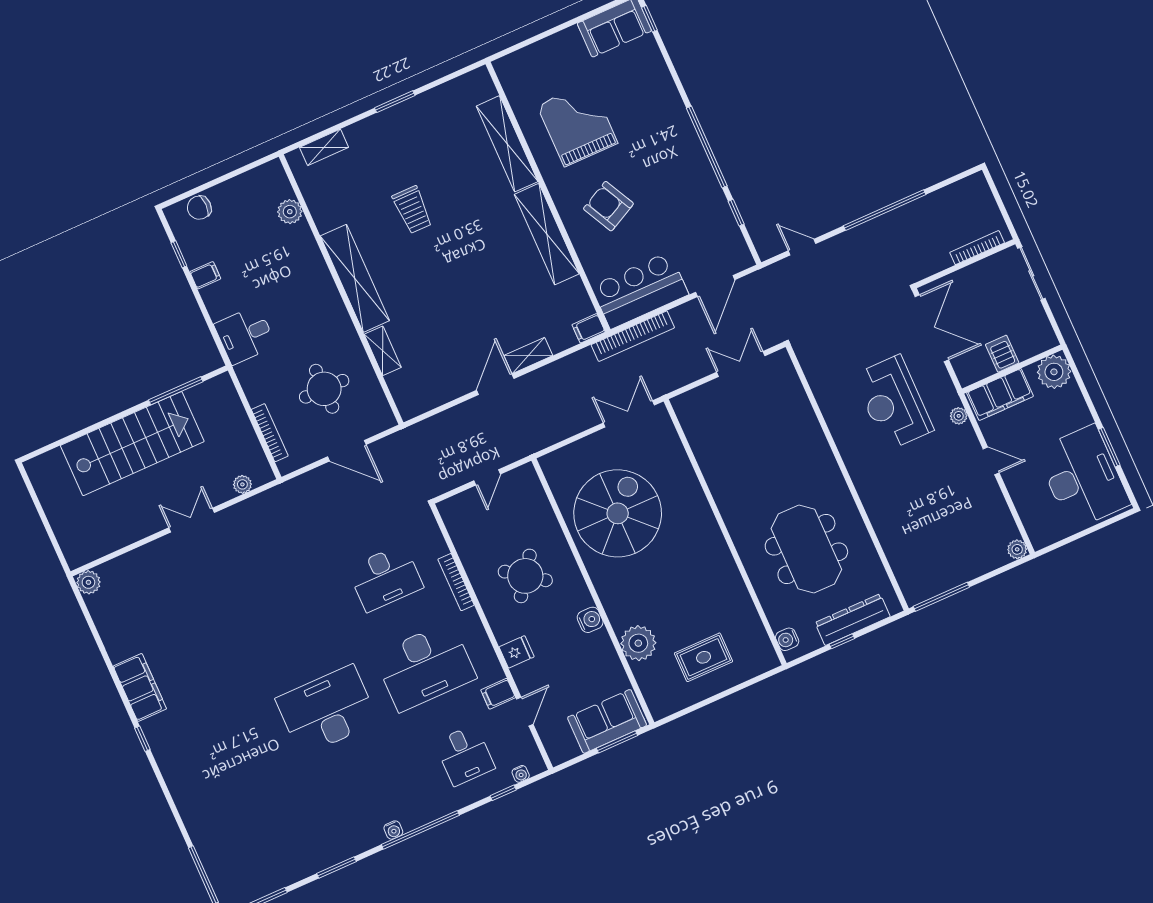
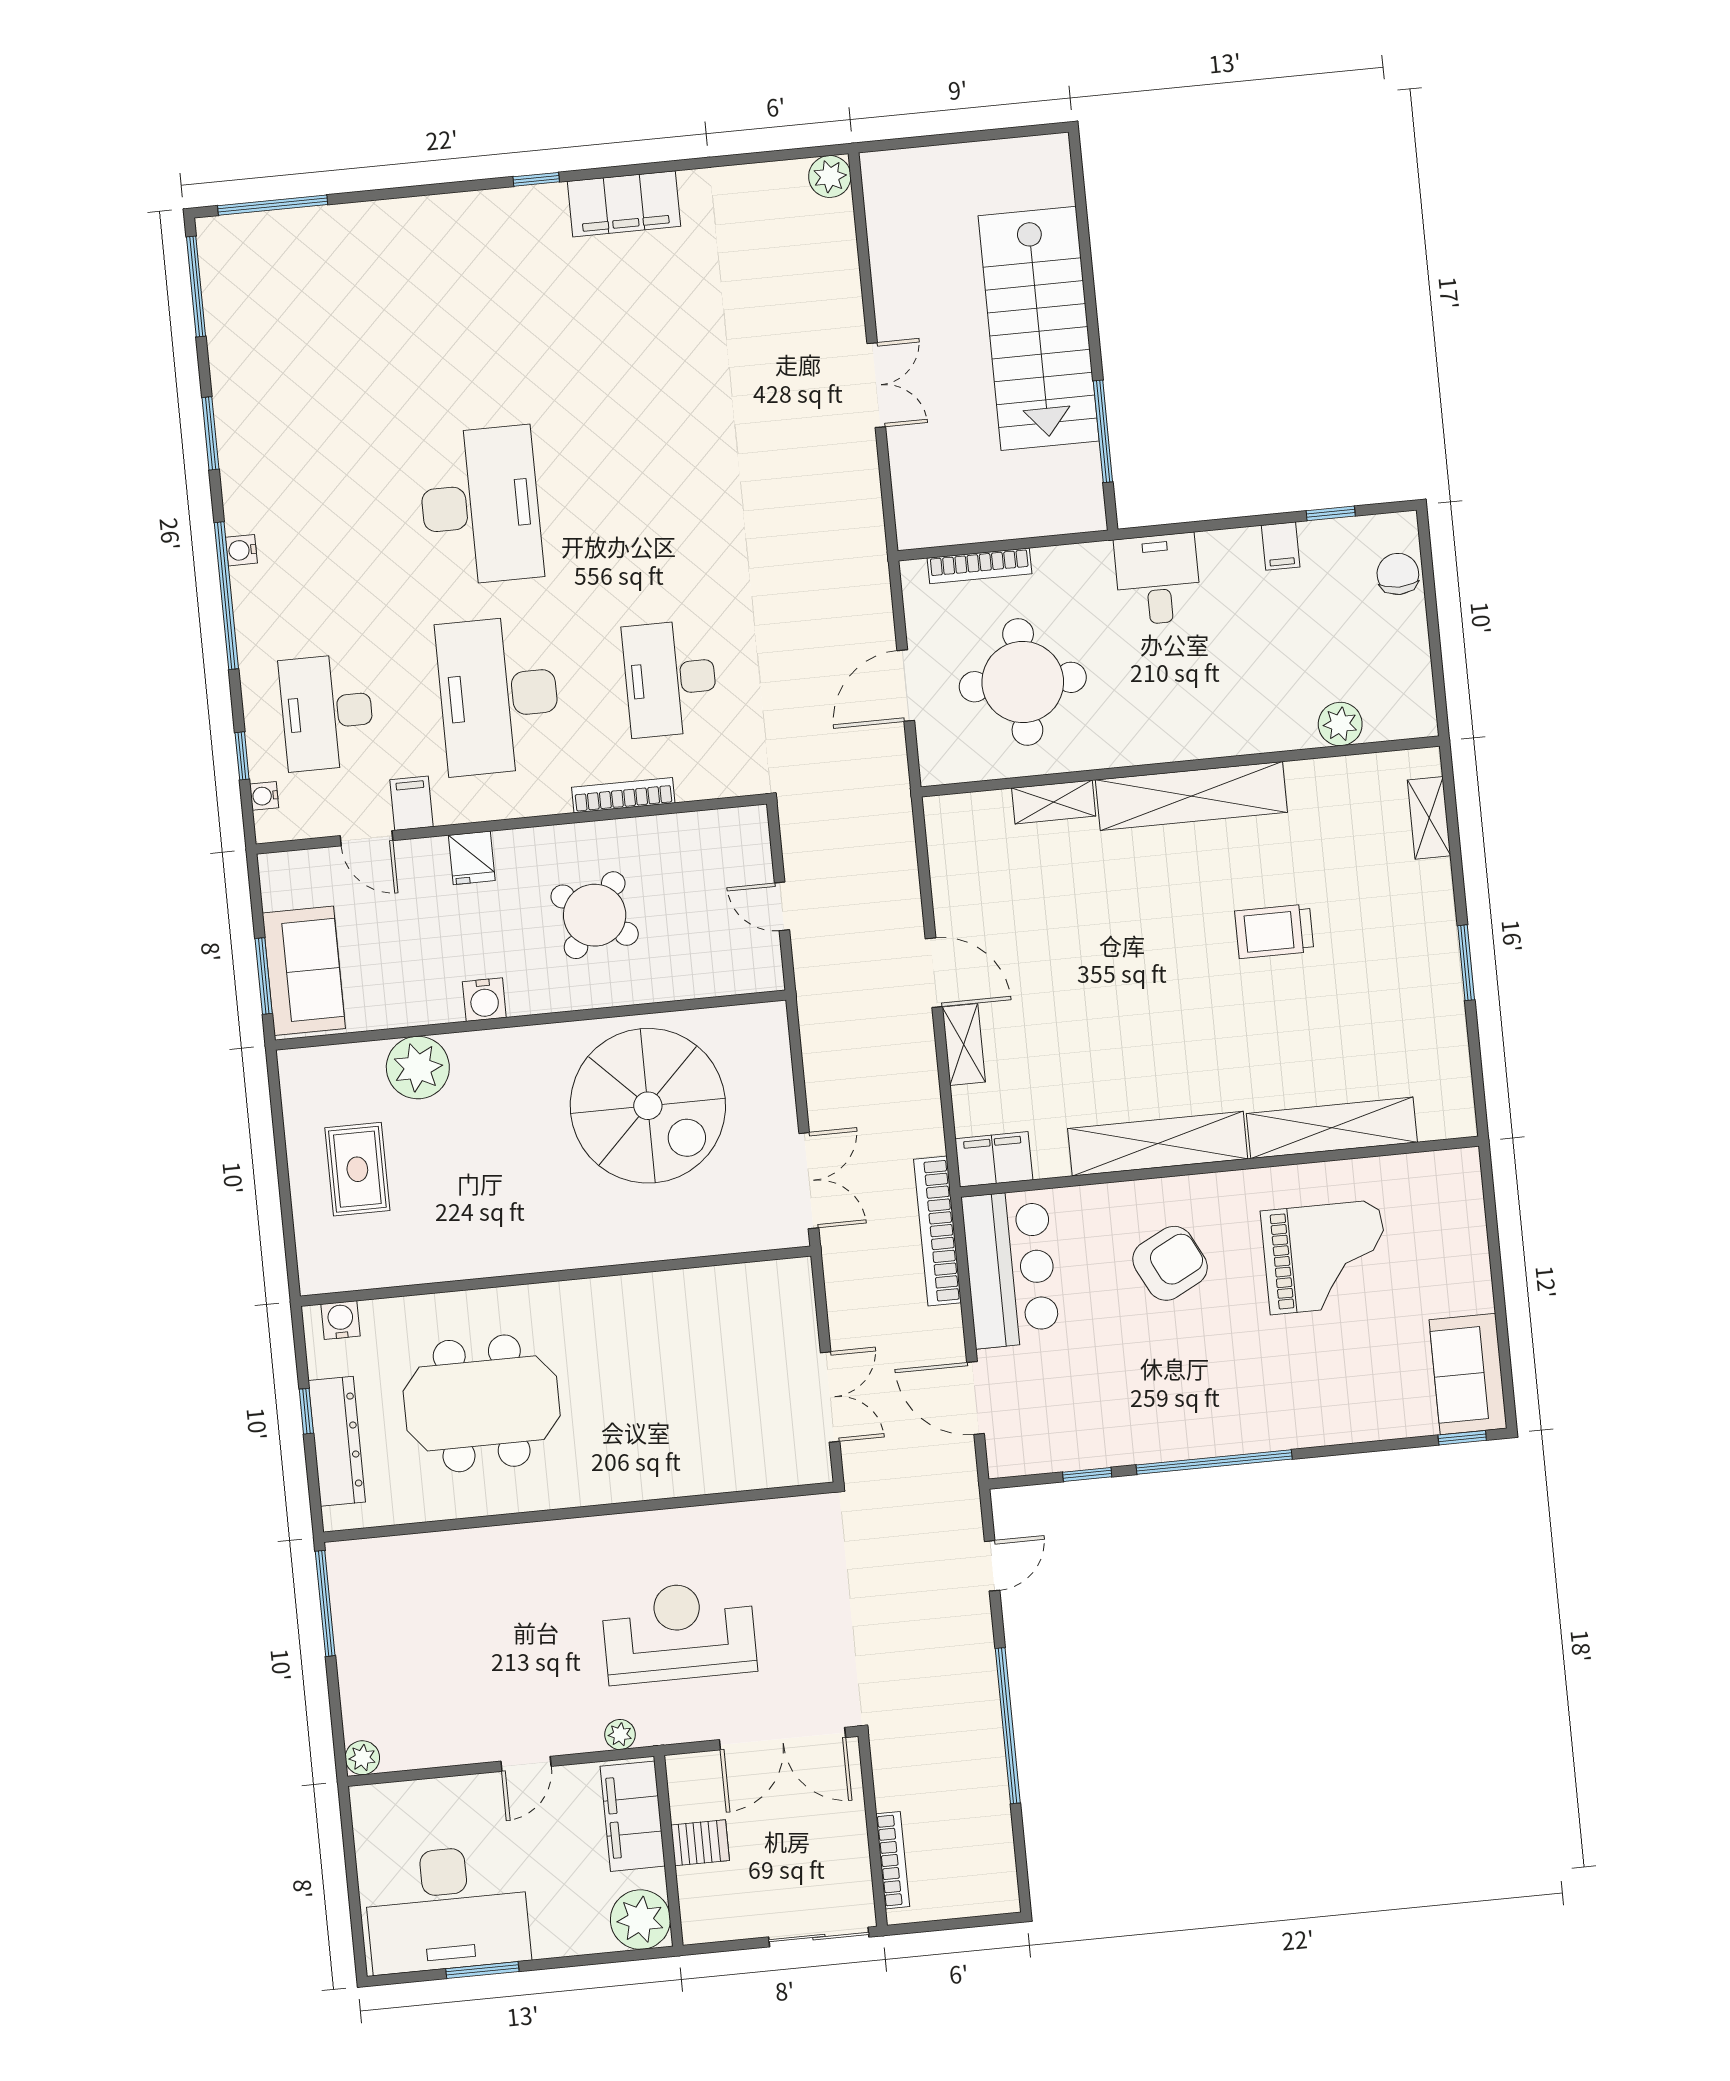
filing cabinet: (589, 328) -> (994, 1159), width x2.00
round table: (324, 389) -> (1023, 682), width x1.36, depth x1.36
plant: (242, 484) -> (908, 491), removed
desk: (465, 755) -> (327, 712), width x1.37

